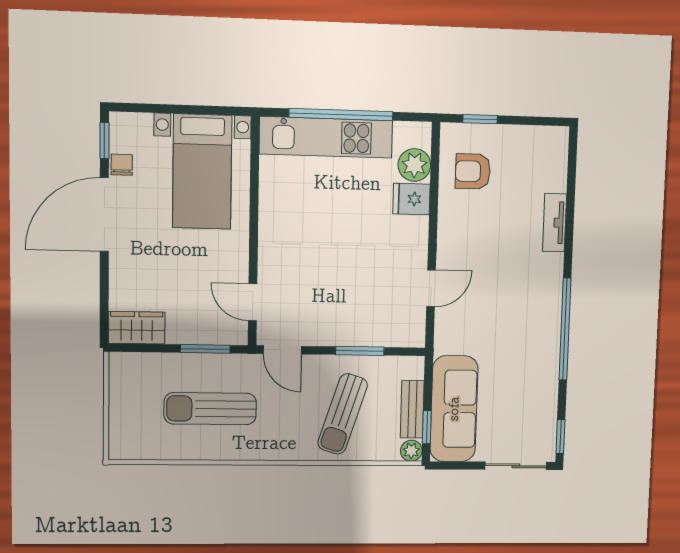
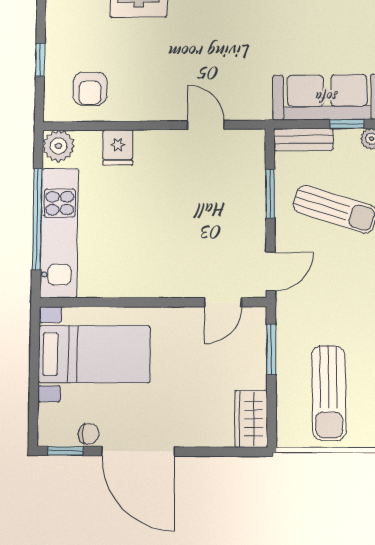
window: (480, 119) -> (40, 60), moved
chair: (122, 165) -> (89, 434), turned 180
plant: (414, 165) -> (58, 146), moved
sun lounger: (210, 409) -> (329, 393), moved
bench: (412, 409) -> (303, 139), moved

